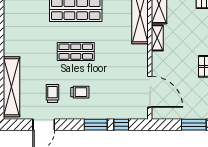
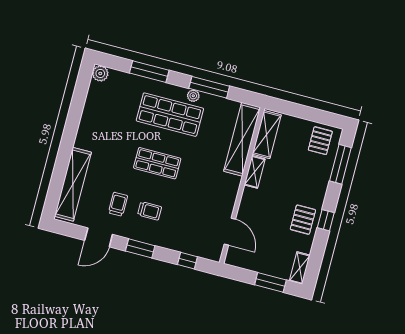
door: (150, 92) -> (230, 232), width x0.73
window: (96, 125) -> (140, 248), moved

